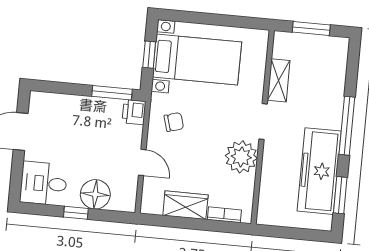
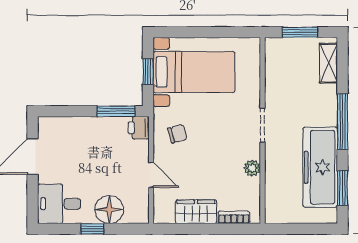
shelving: (279, 80) -> (328, 63), moved
plant: (241, 157) -> (252, 168), width x0.53, depth x0.53

